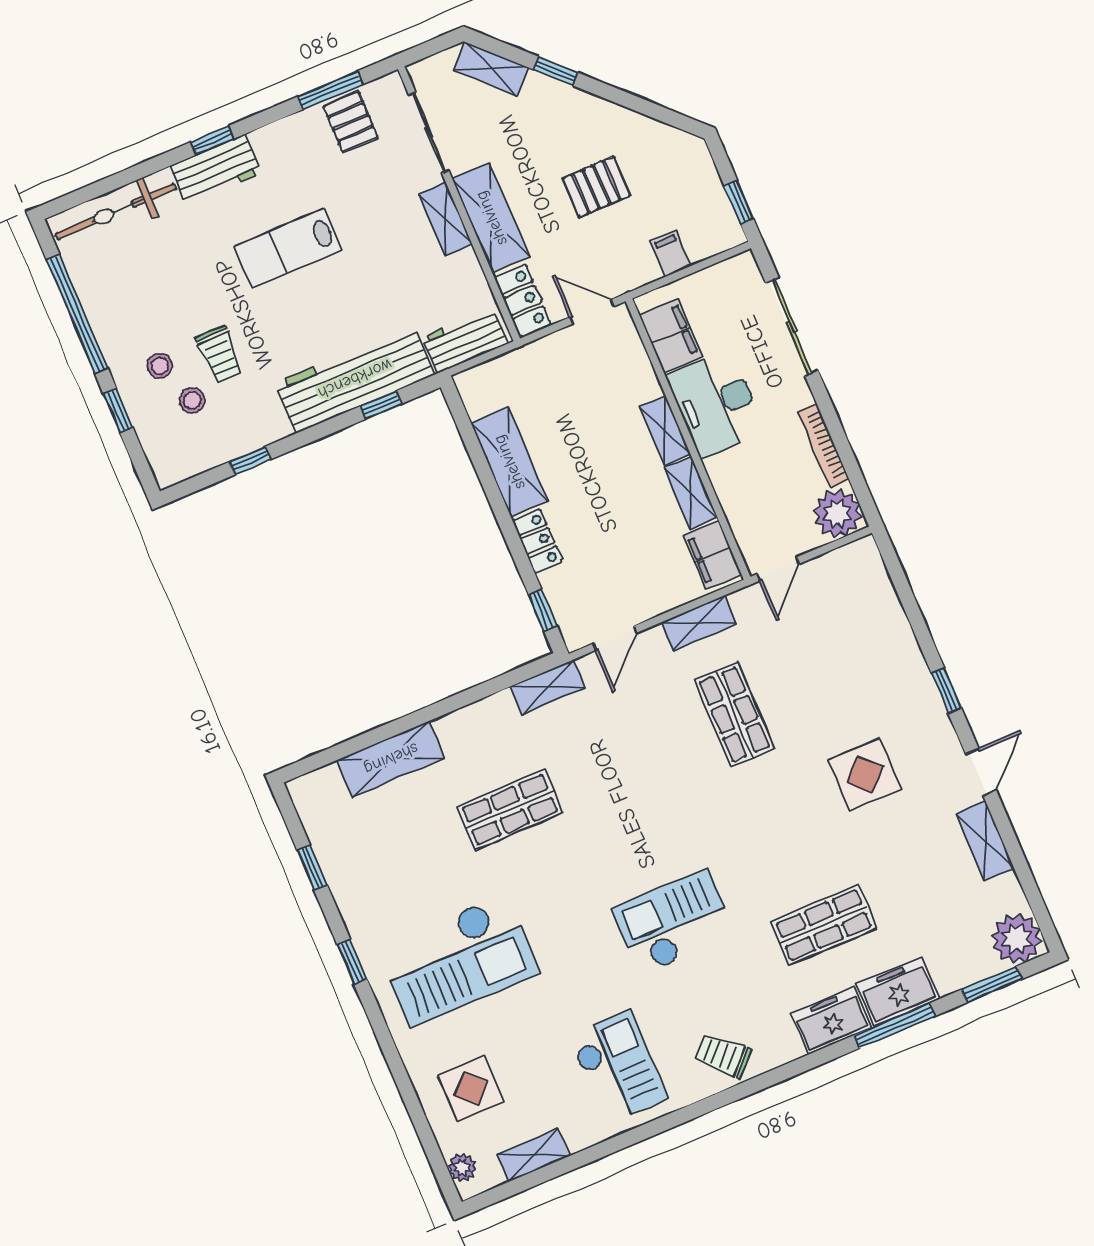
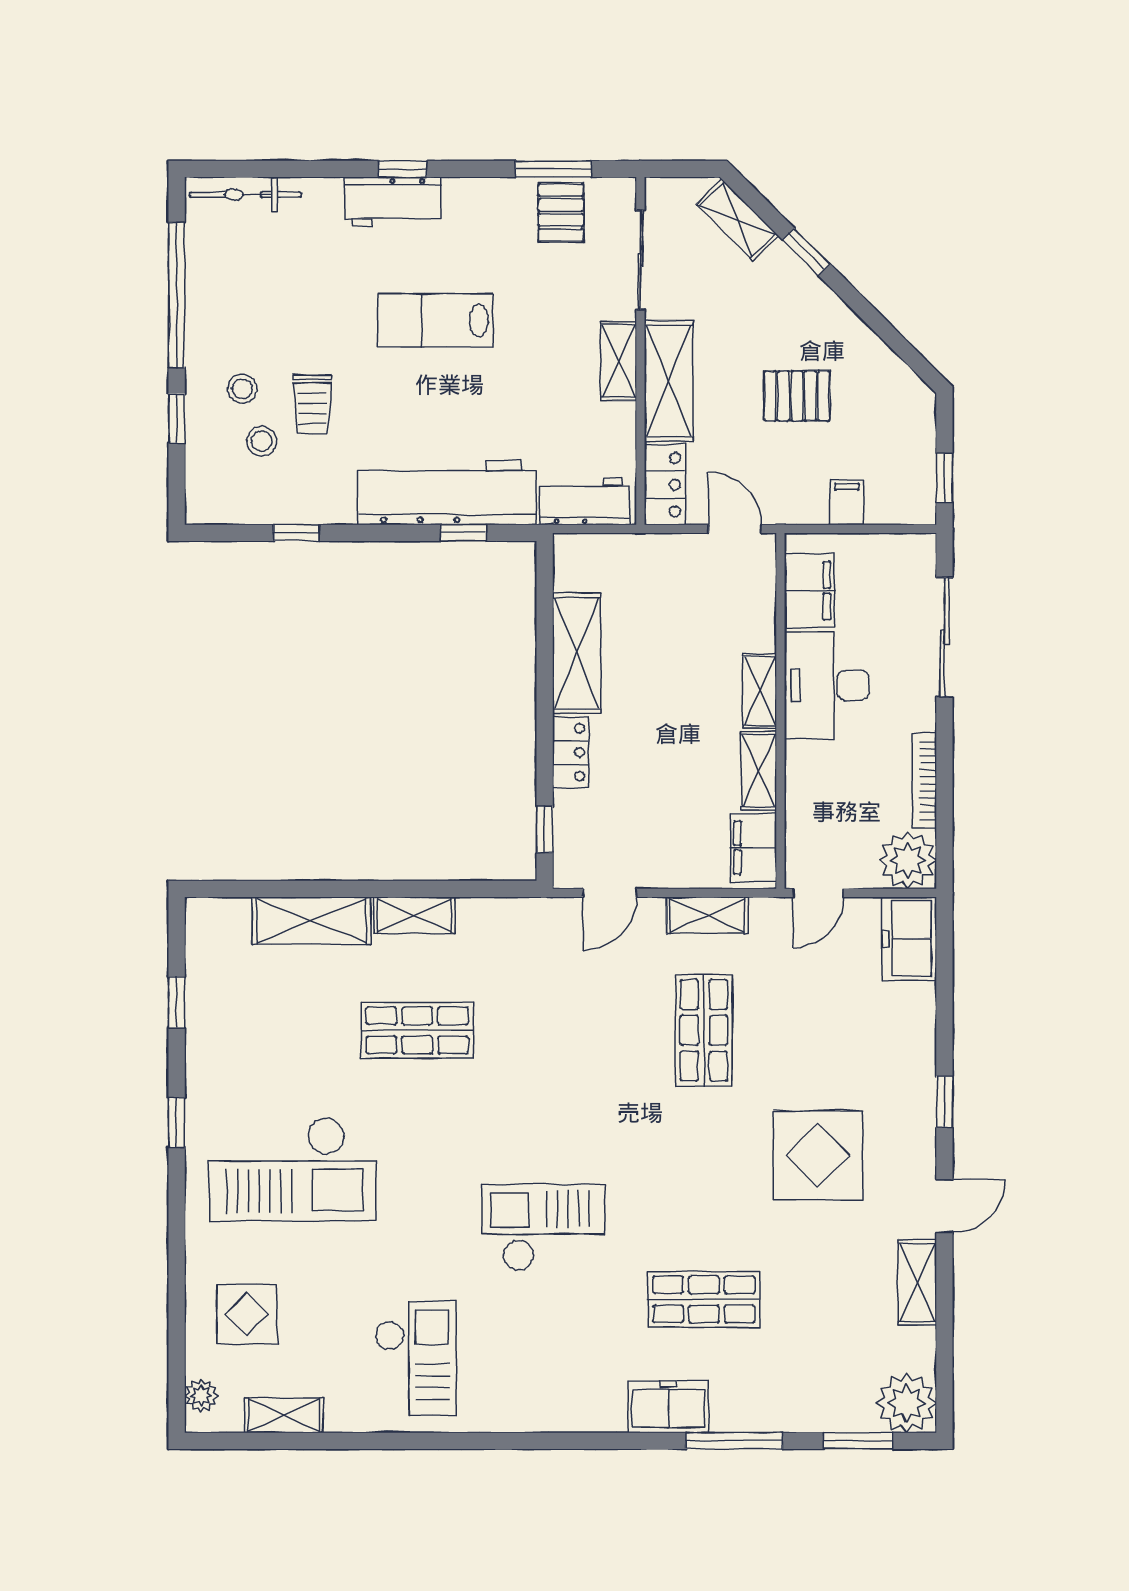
bicycle: (116, 211) -> (245, 195), width x0.73, depth x0.71
shelving: (547, 687) -> (414, 915), moved
display table: (865, 775) -> (818, 1155), width x1.36, depth x1.36
freezer: (898, 992) -> (909, 939), moved, turned -90
trolley: (723, 1056) -> (534, 1394), removed

